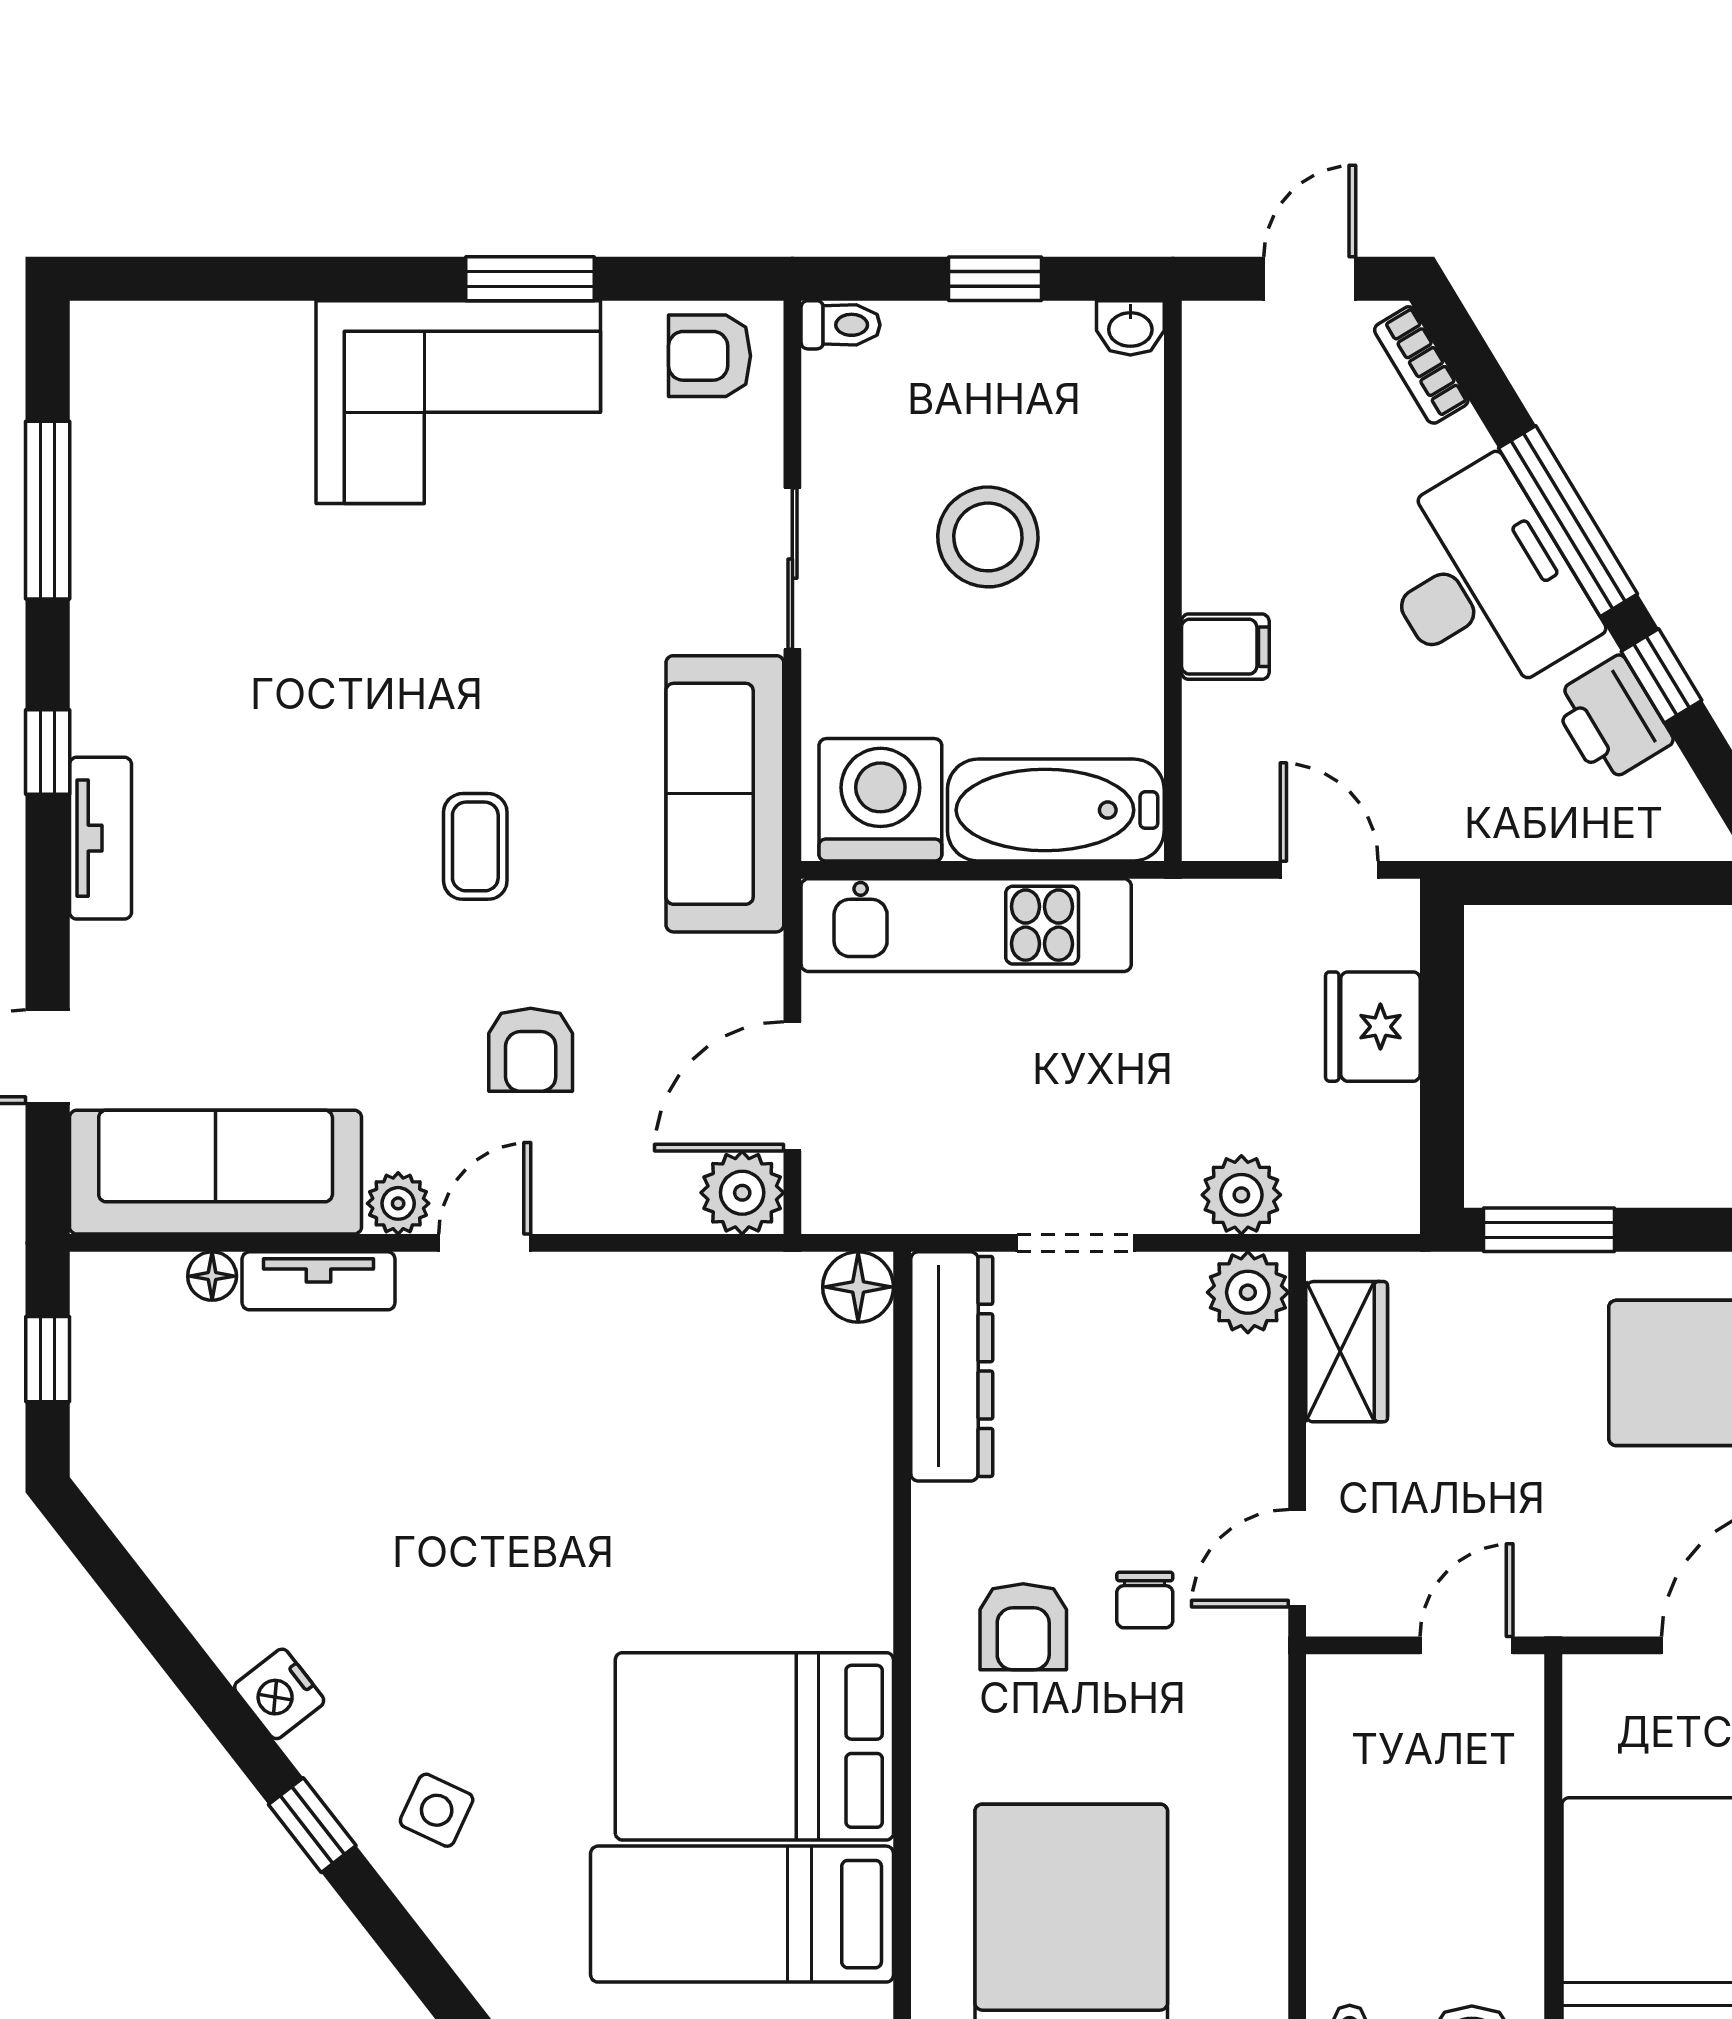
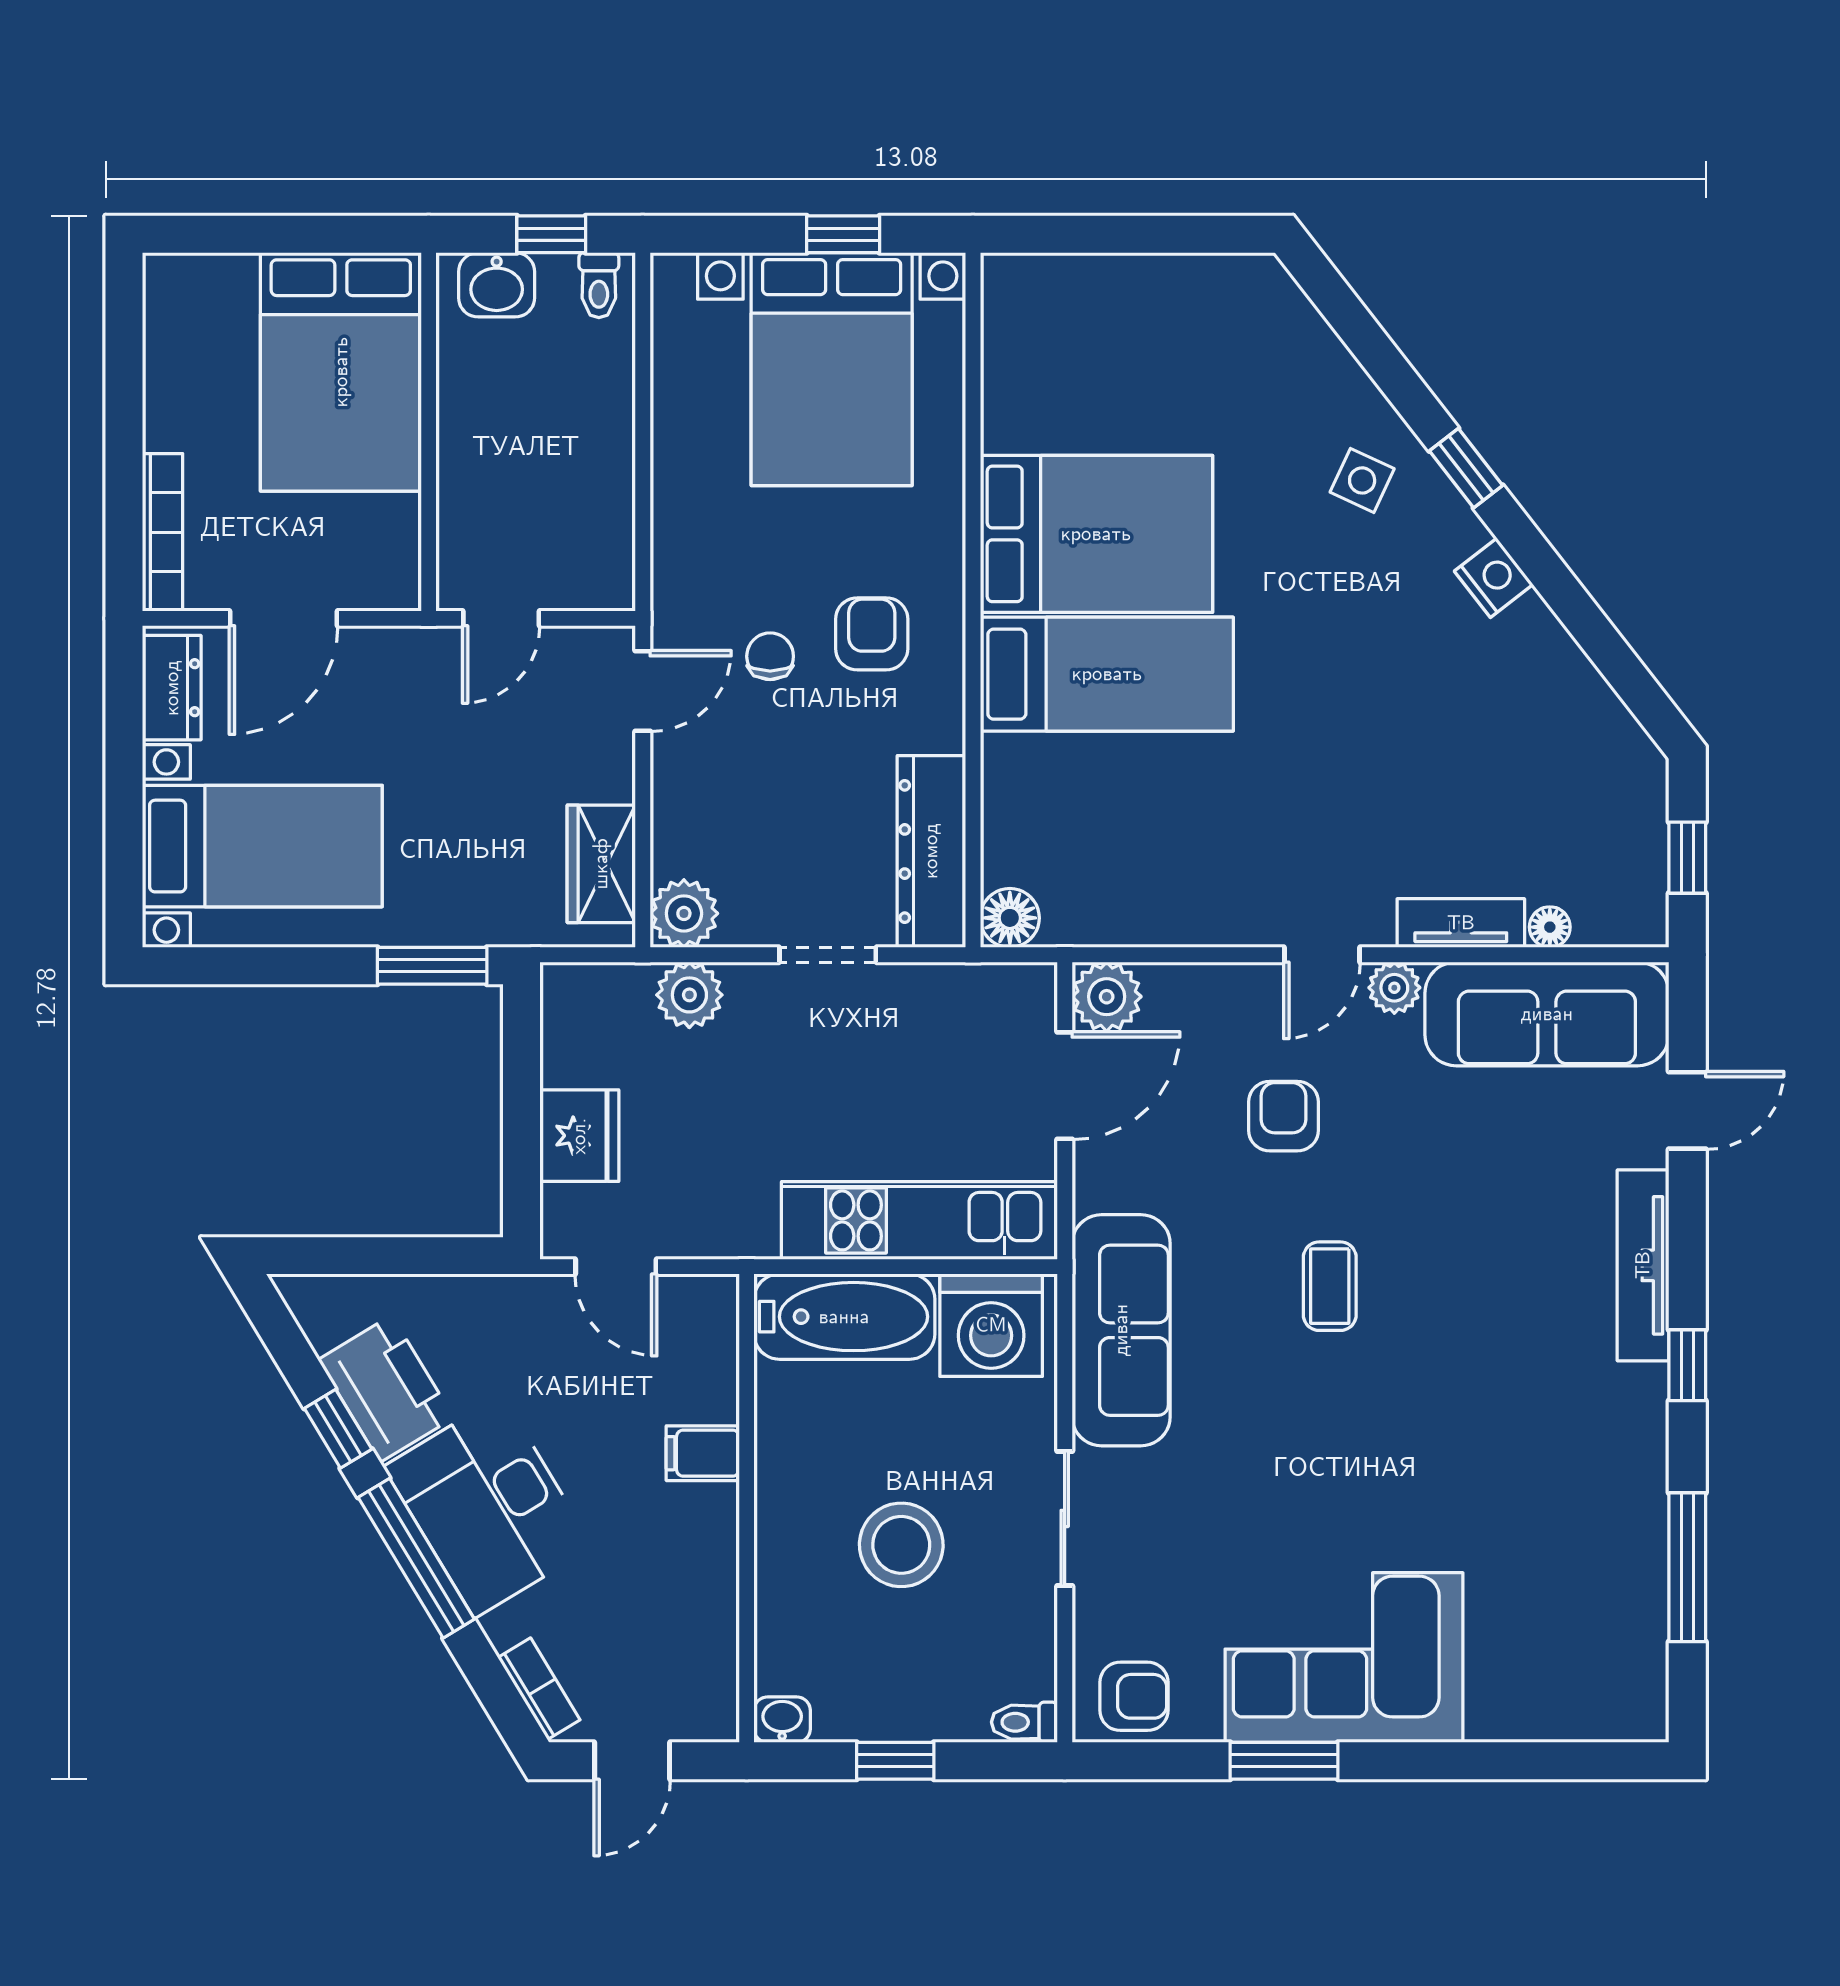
printer: (1612, 719) -> (386, 1389), width x1.37, depth x1.19
tv unit: (101, 838) -> (1643, 1265), width x1.41
bed: (742, 1914) -> (1107, 674), moved

